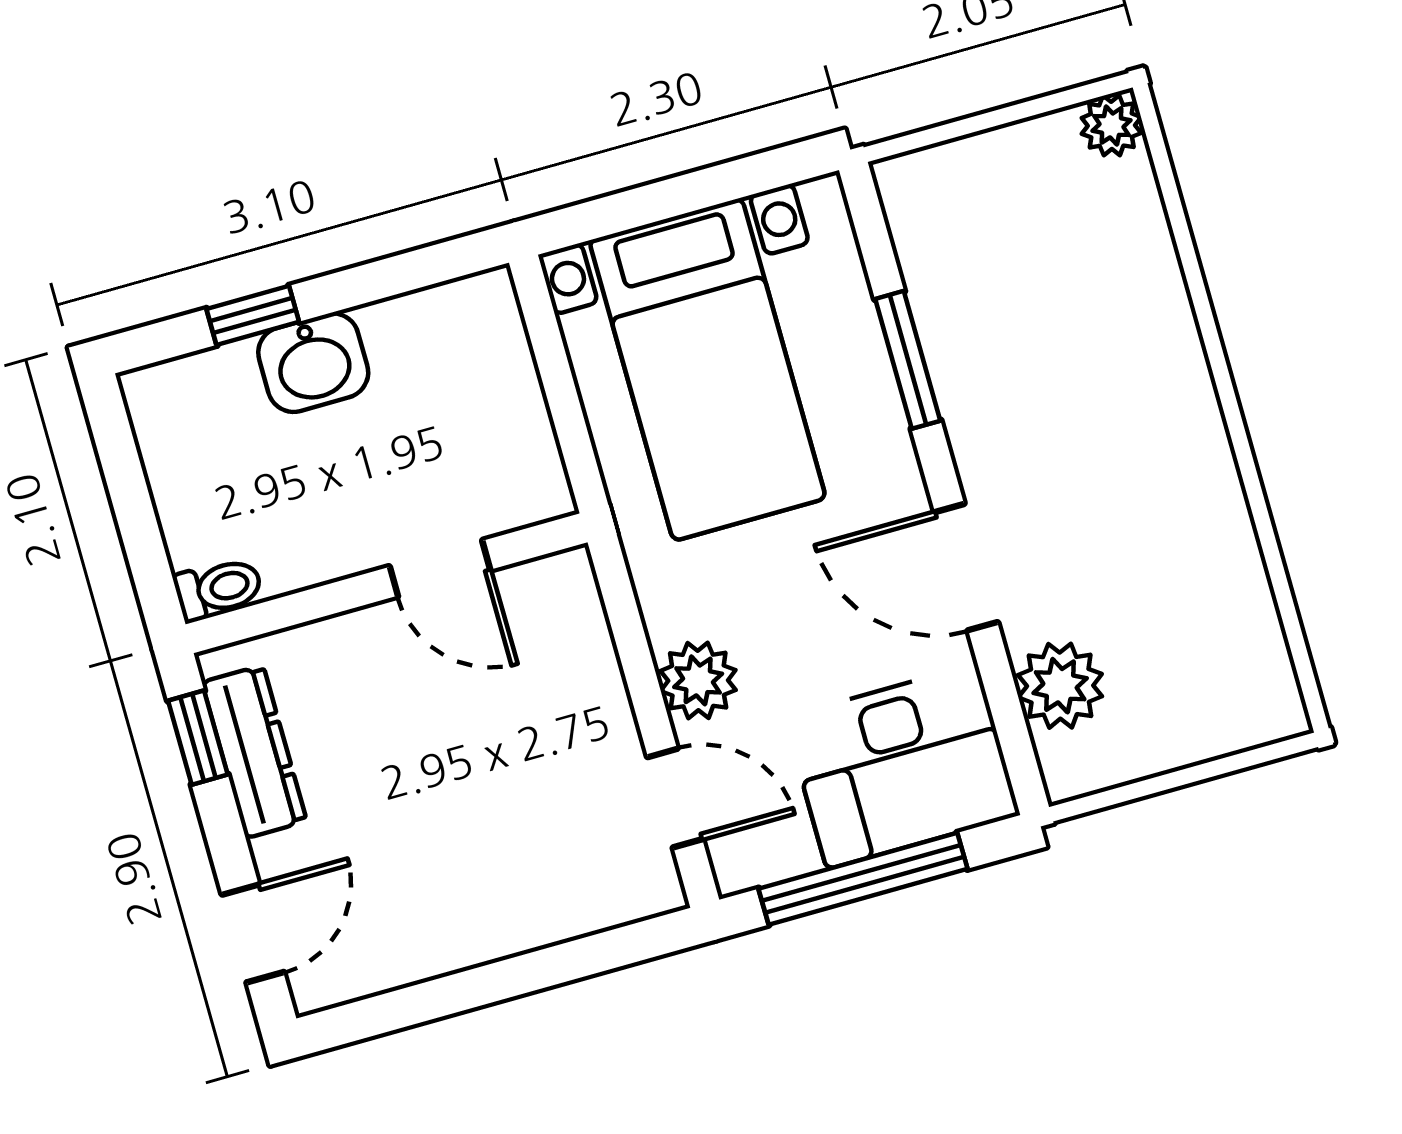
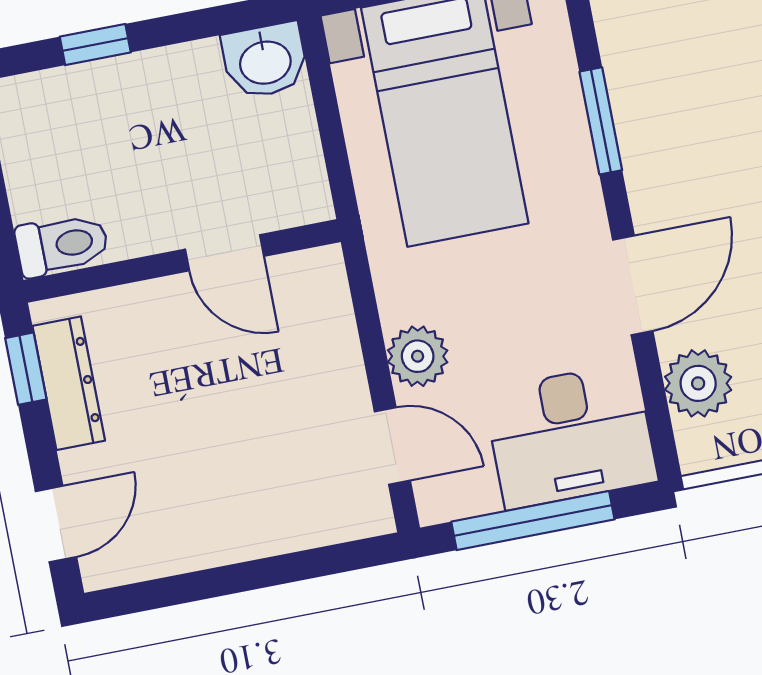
washbasin: (313, 363) -> (265, 61), moved
door: (966, 567) -> (633, 285), swing flipped
toilet: (218, 589) -> (62, 245), width x1.37, depth x1.39

